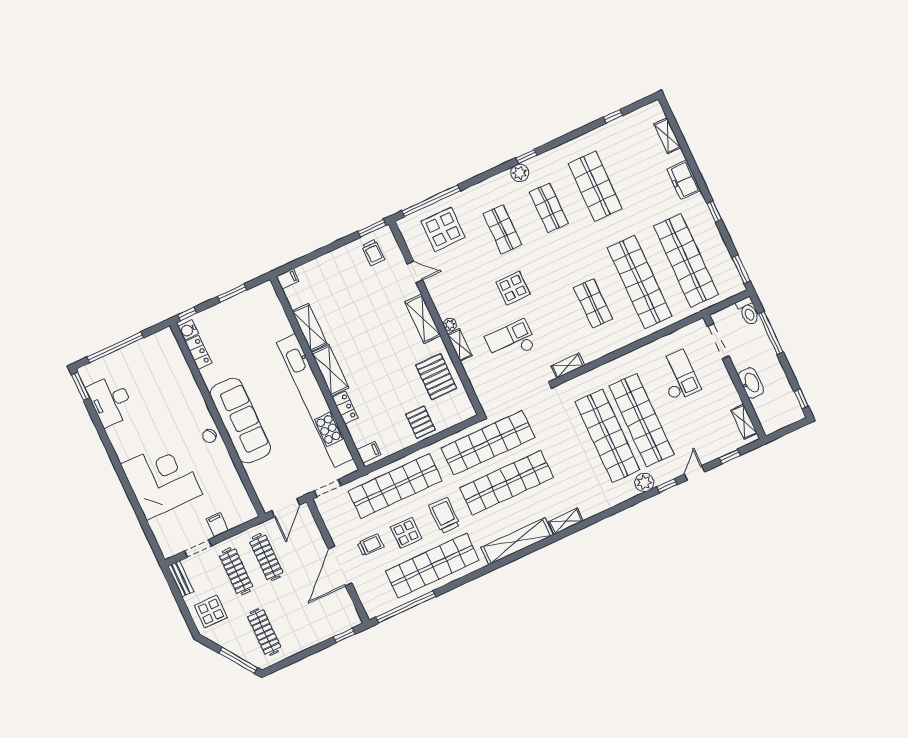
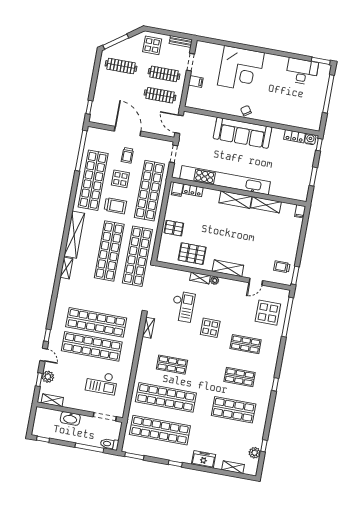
plant: (520, 173) -> (255, 453), moved
locker: (345, 408) -> (193, 190), moved
plant: (644, 482) -> (48, 377), moved

